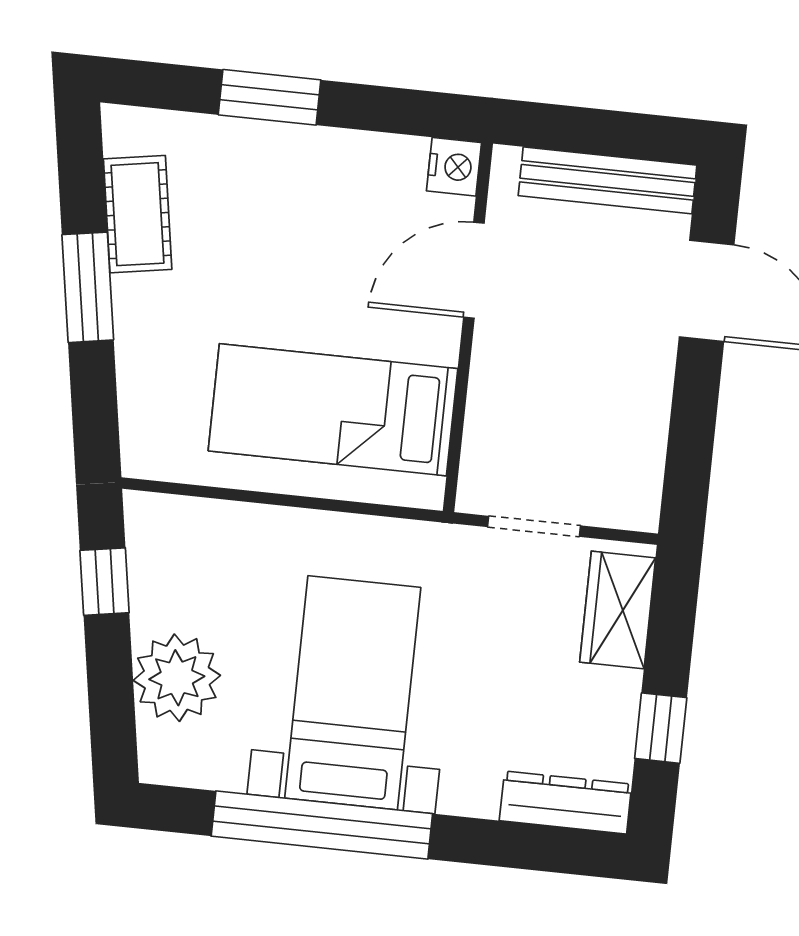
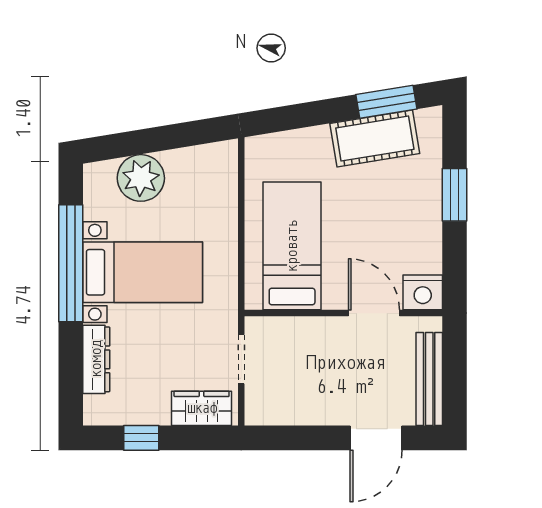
nightstand: (454, 167) -> (423, 292), width x1.36, depth x1.33
cot: (138, 214) -> (375, 139), width x1.37, depth x1.34
window: (88, 287) -> (386, 102), moved
window: (105, 582) -> (188, 134), removed
dresser: (566, 802) -> (96, 359), moved

